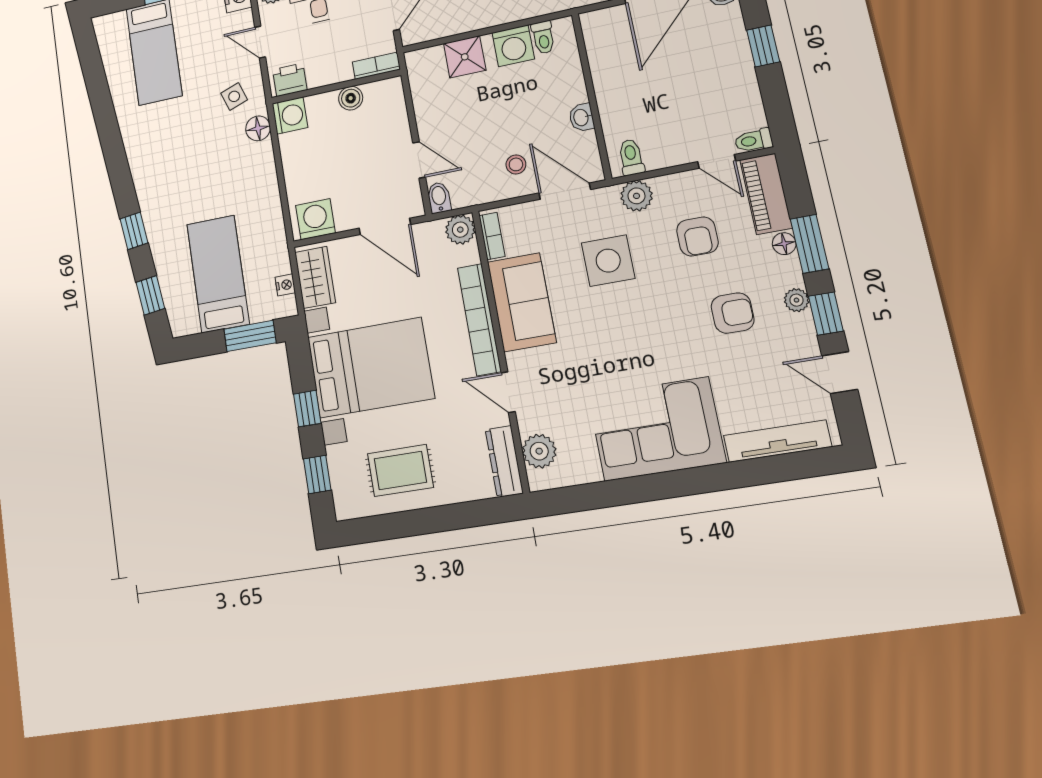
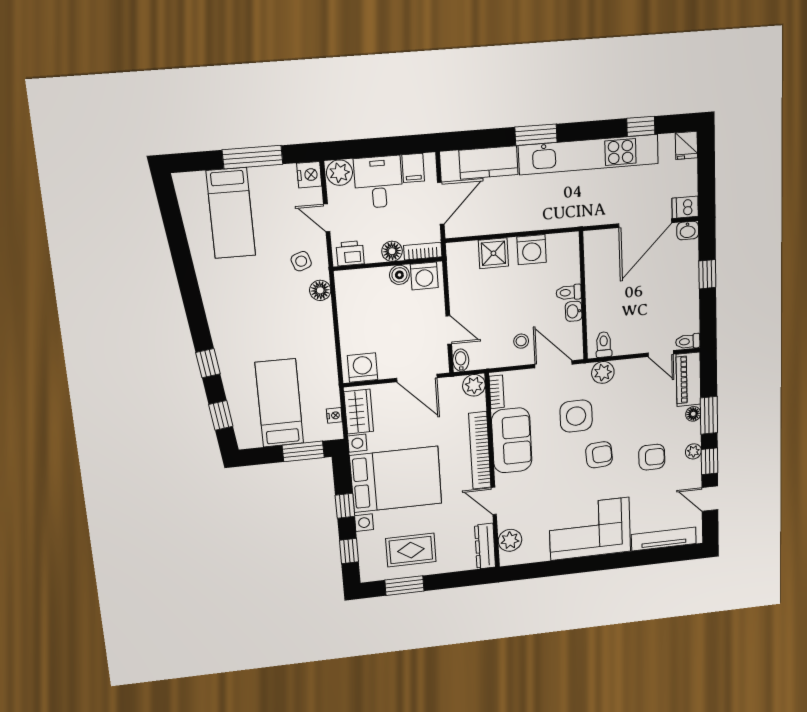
toilet: (543, 37) -> (569, 292), moved, turned 90
floor lamp: (339, 71) -> (392, 251), added
washing machine: (290, 115) -> (424, 276), moved, turned 90
armchair: (697, 236) -> (599, 455), moved, turned -94
window: (397, 525) -> (404, 586), added

